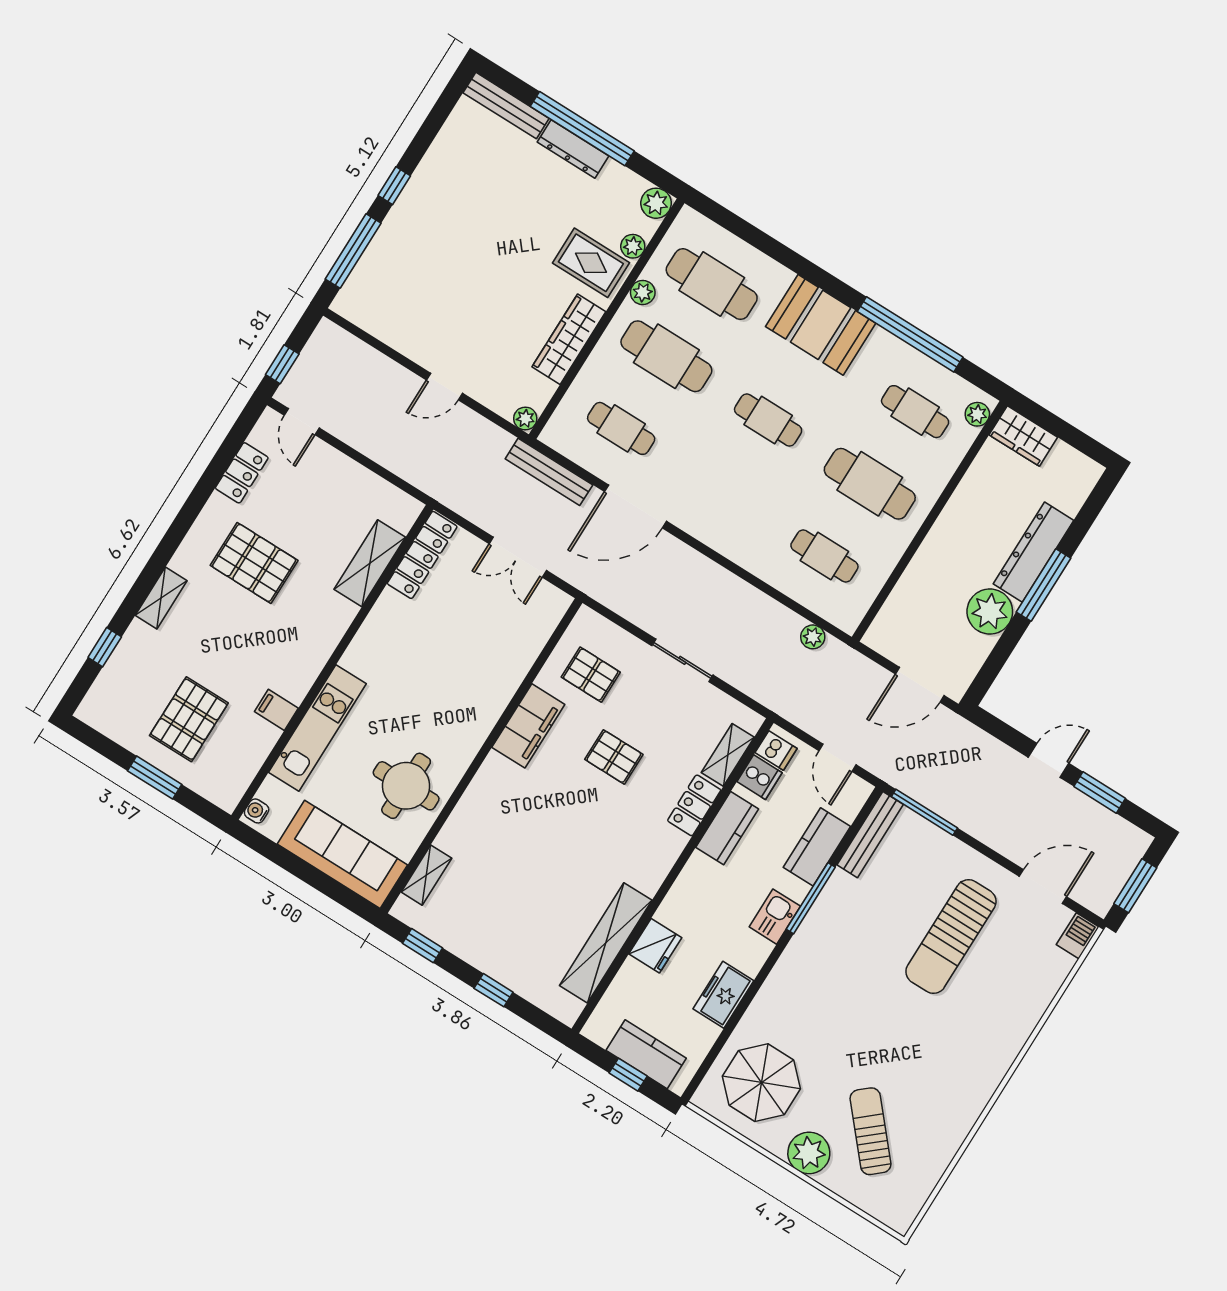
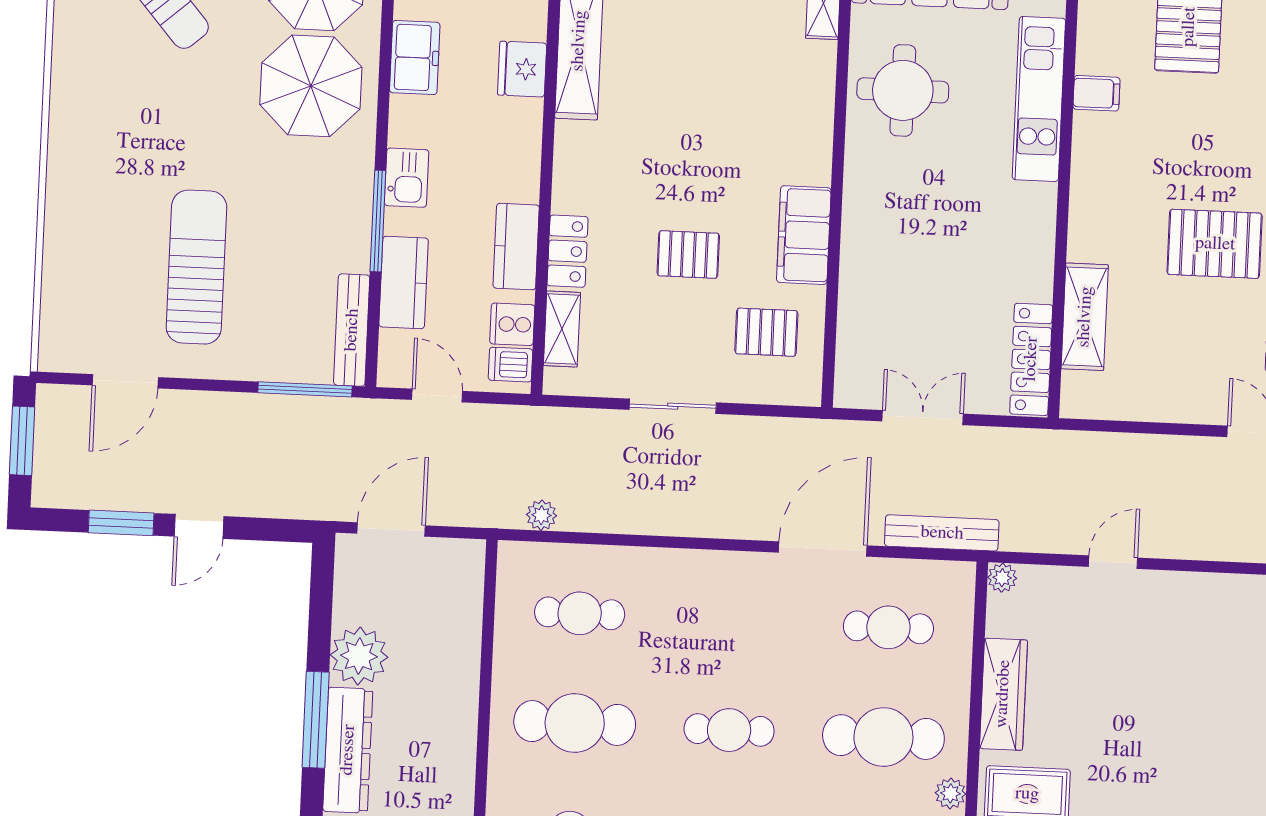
barbecue: (1078, 936) -> (55, 348), removed
parasol: (804, 1015) -> (311, 86), added

